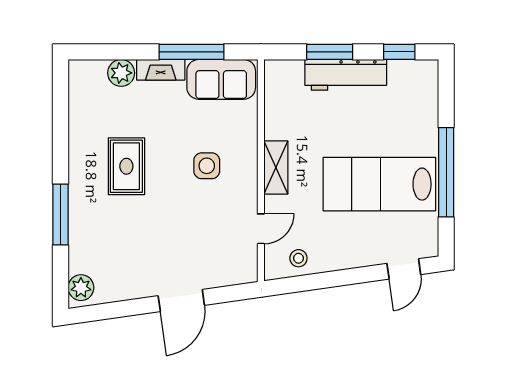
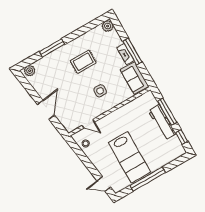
window: (192, 52) -> (132, 51), moved
window: (330, 52) -> (167, 112), width x1.44
plant: (121, 73) -> (108, 26), moved
shelving: (276, 167) -> (114, 116), removed
lab bench: (379, 184) -> (129, 157), turned 180
door: (181, 301) -> (46, 110), swing flipped

